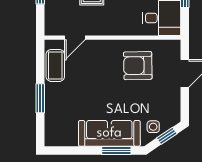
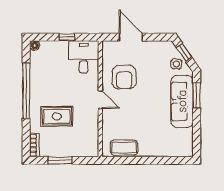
door: (75, 38) -> (100, 100), moved
window: (40, 98) -> (152, 160), removed

